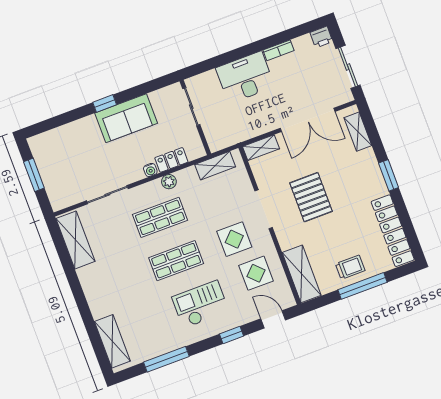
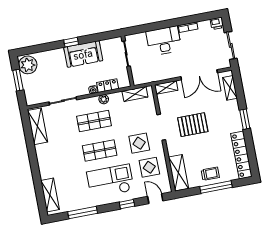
plant: (45, 149) -> (28, 65), added
pallet: (311, 197) -> (193, 125), turned 90
checkout: (200, 304) -> (110, 181), width x1.36, depth x1.21

